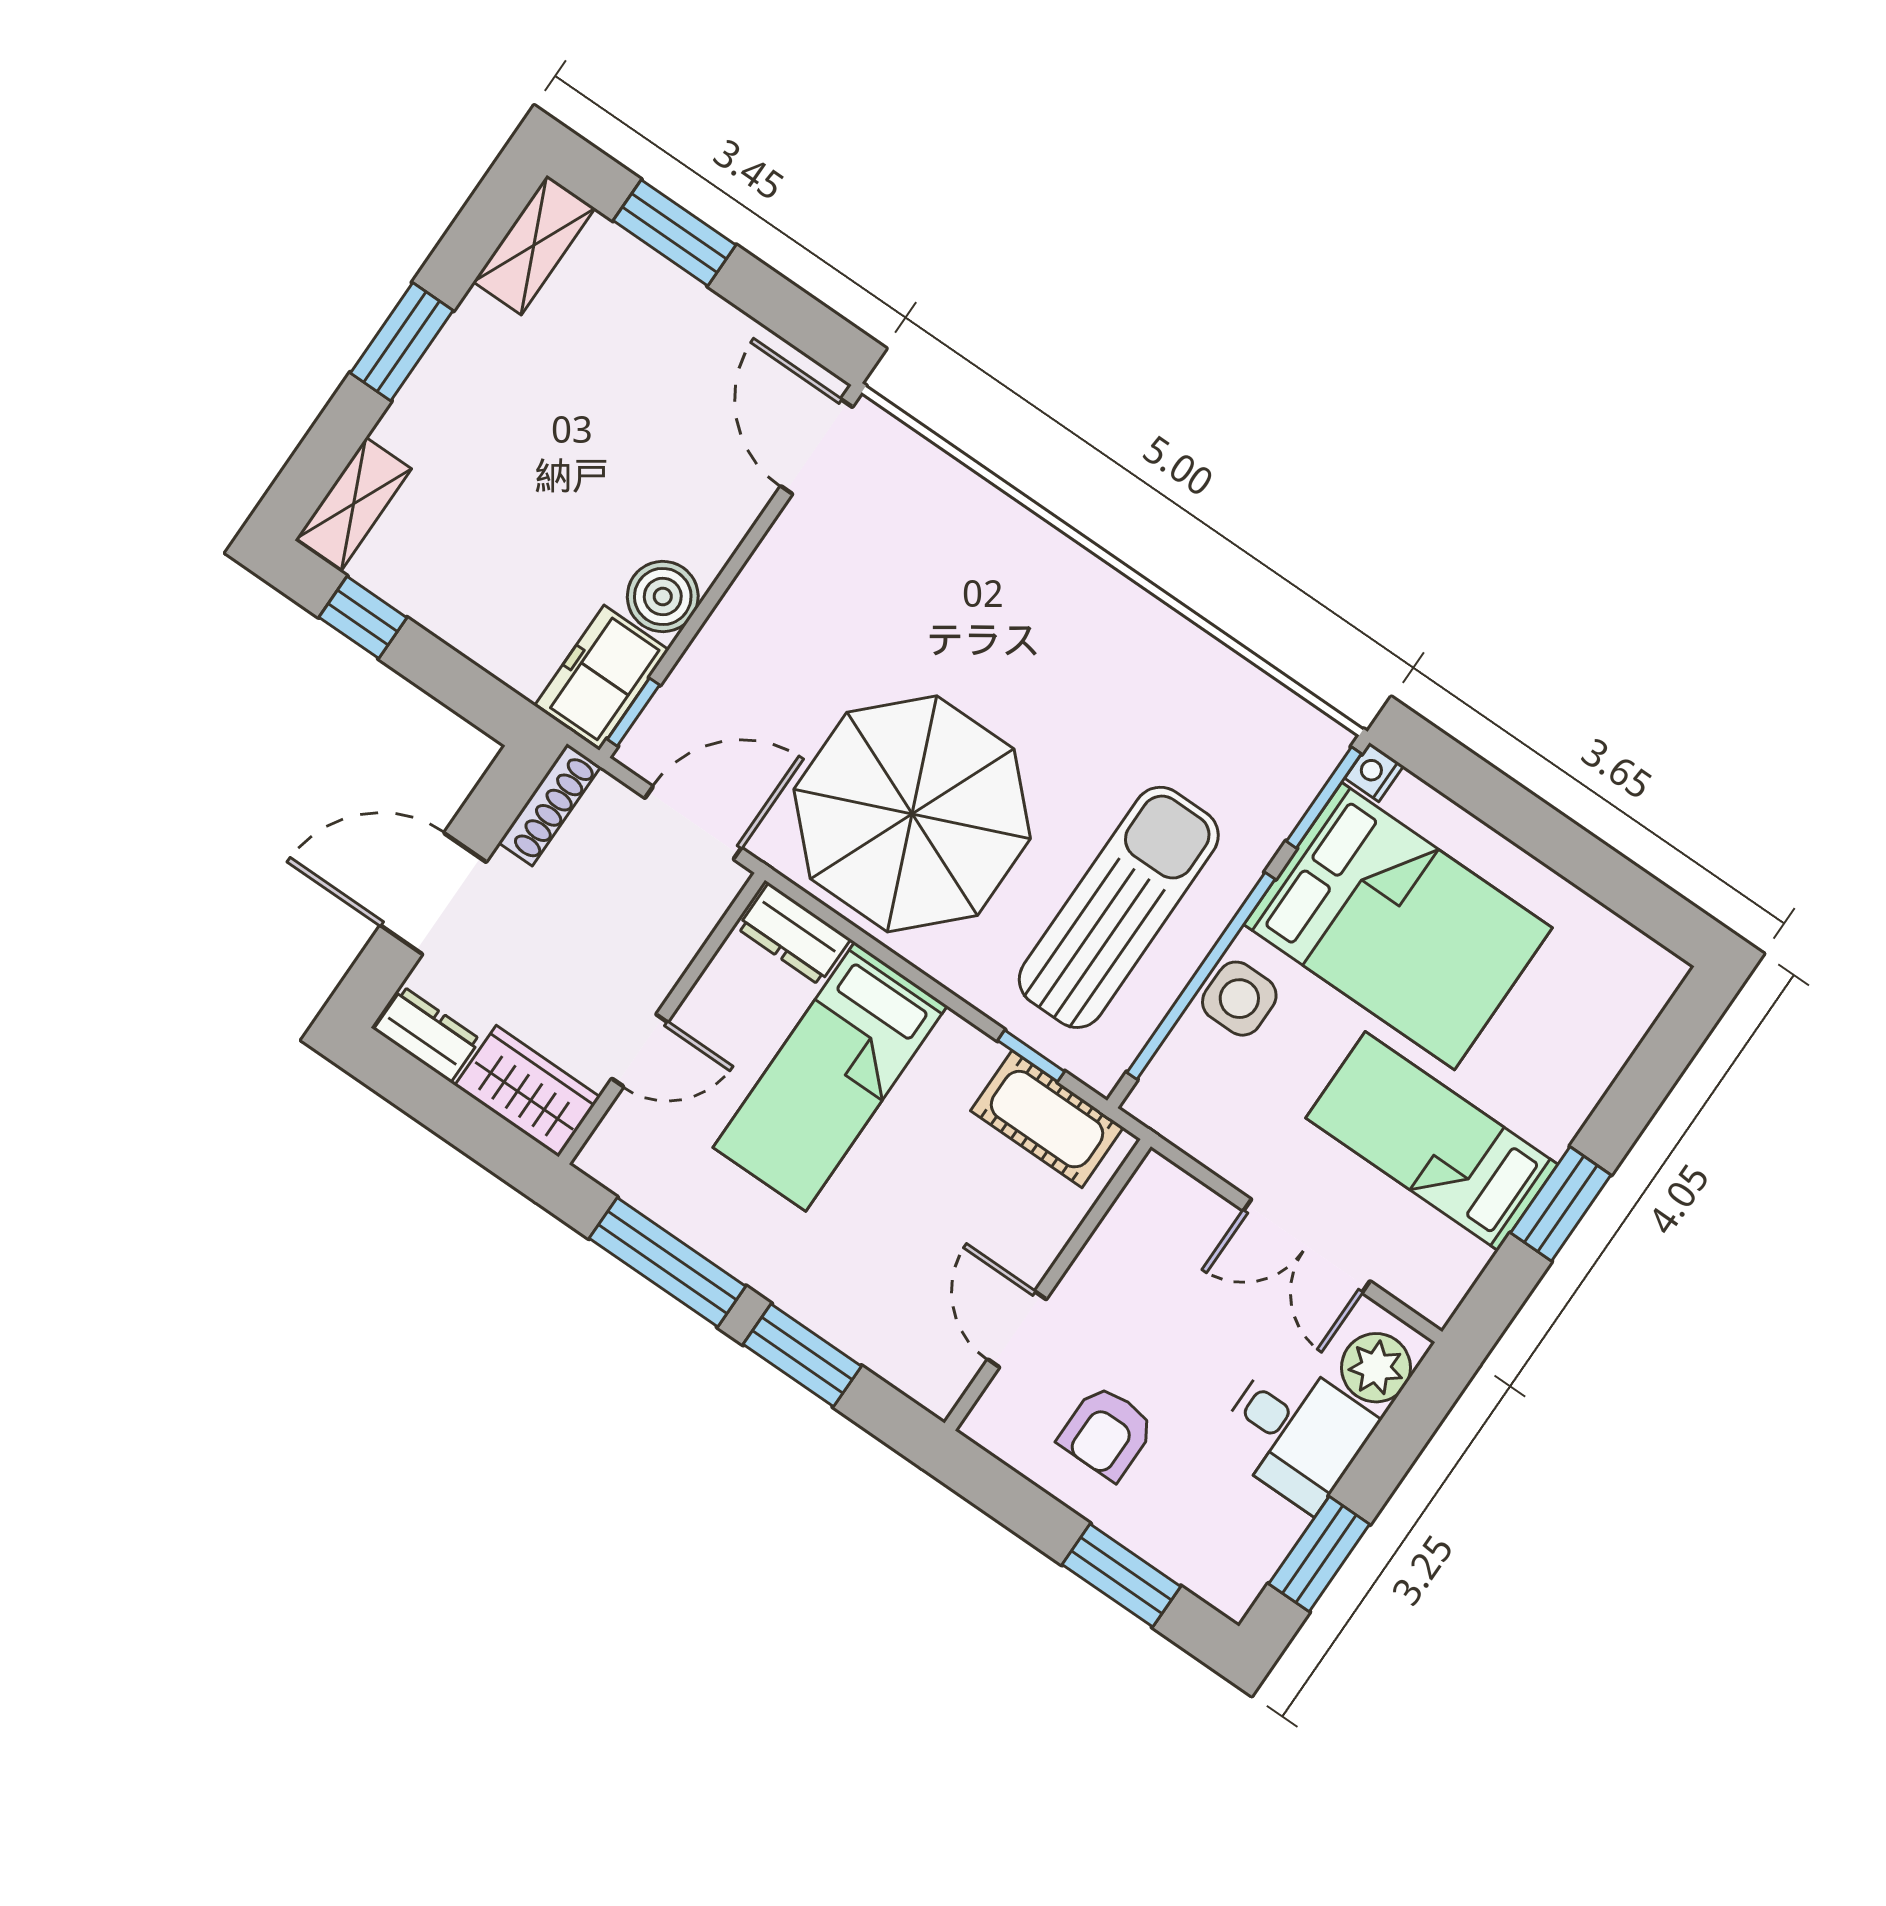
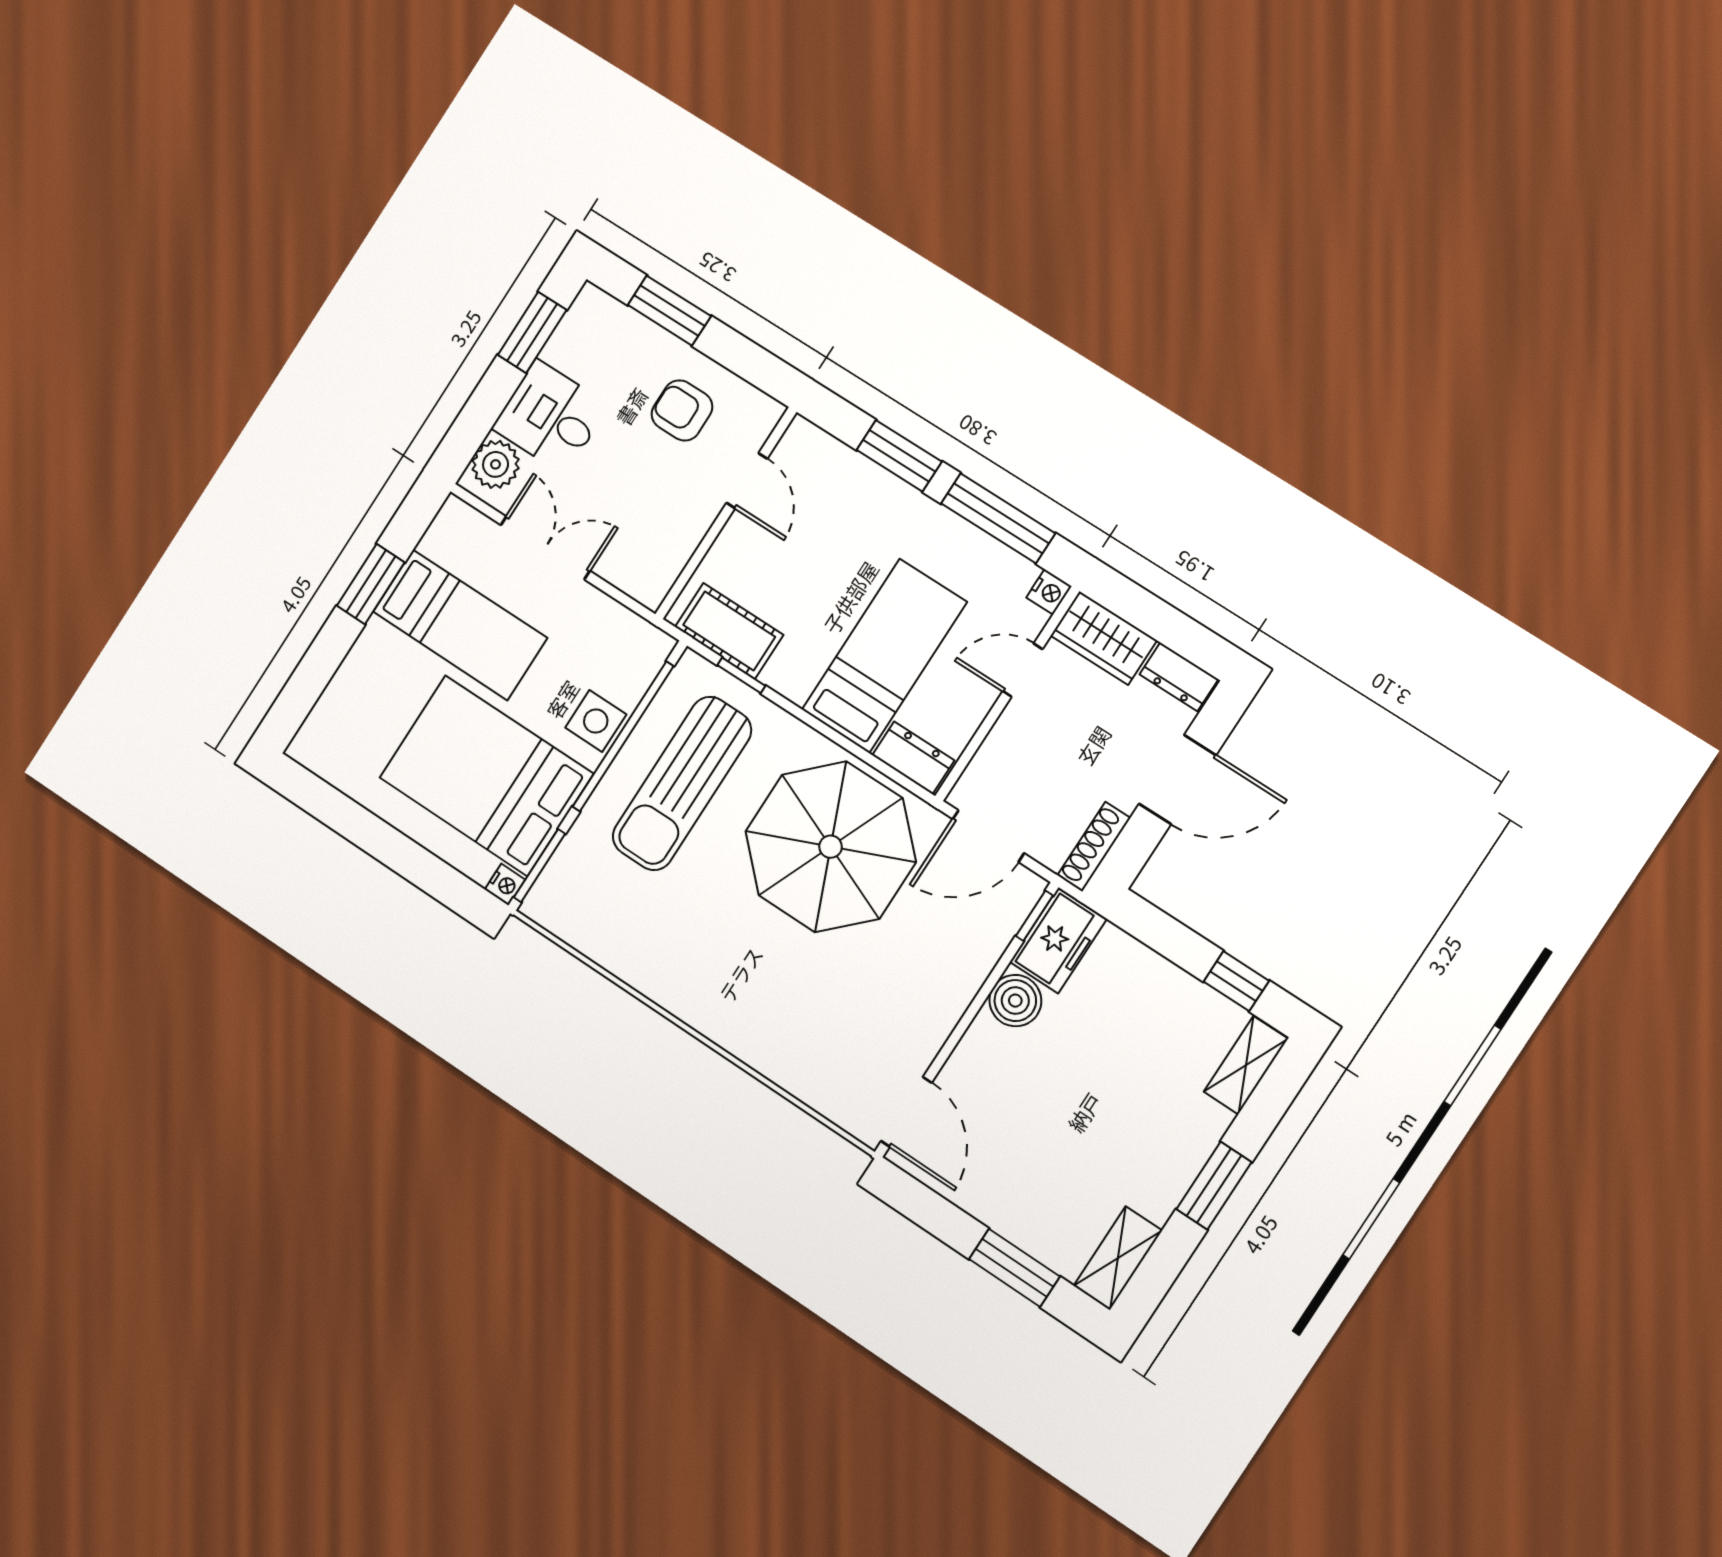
nightstand: (600, 1157) -> (1049, 592), added
armchair: (1107, 1433) -> (682, 410), turned -90

